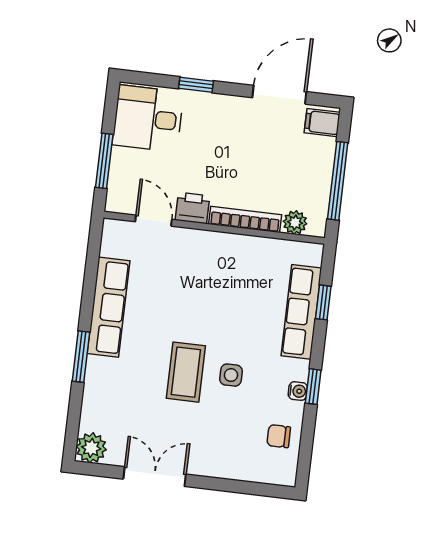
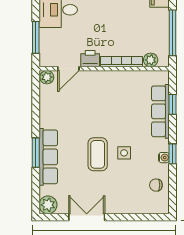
door: (154, 221) -> (68, 69), swing flipped
plant: (115, 231) -> (47, 77), added
row of seats: (108, 307) -> (48, 157), moved

